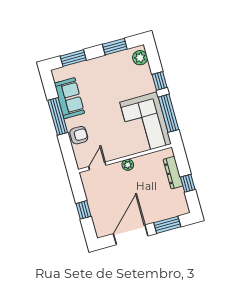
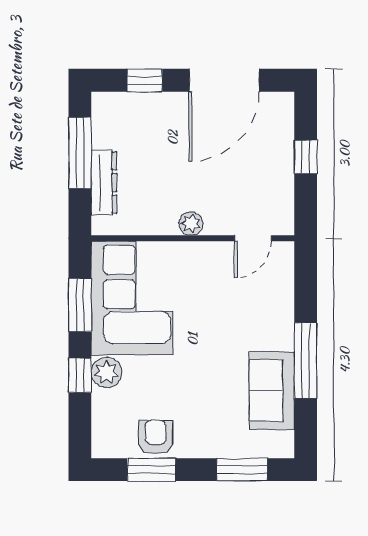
plant: (140, 58) -> (107, 372), moved
window: (168, 113) -> (80, 305), width x0.69
armchair: (79, 135) -> (156, 437), moved, turned 90
window: (188, 183) -> (80, 153), width x2.17
window: (167, 225) -> (145, 80), width x0.67

